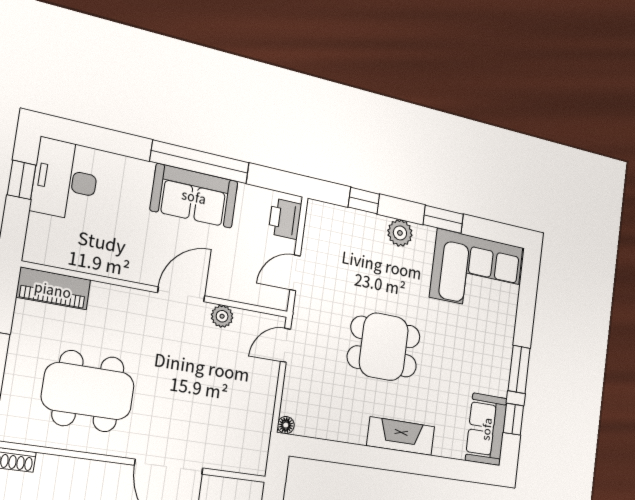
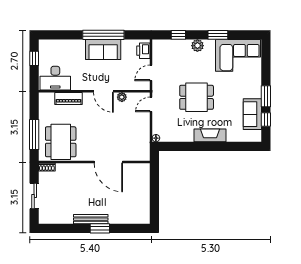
desk: (65, 180) -> (55, 78), moved, turned -90
piano: (53, 289) -> (68, 98), moved
door: (181, 294) -> (103, 91), swing flipped
dining table: (88, 391) -> (61, 142), moved, turned 90
sofa: (486, 429) -> (252, 114), moved

